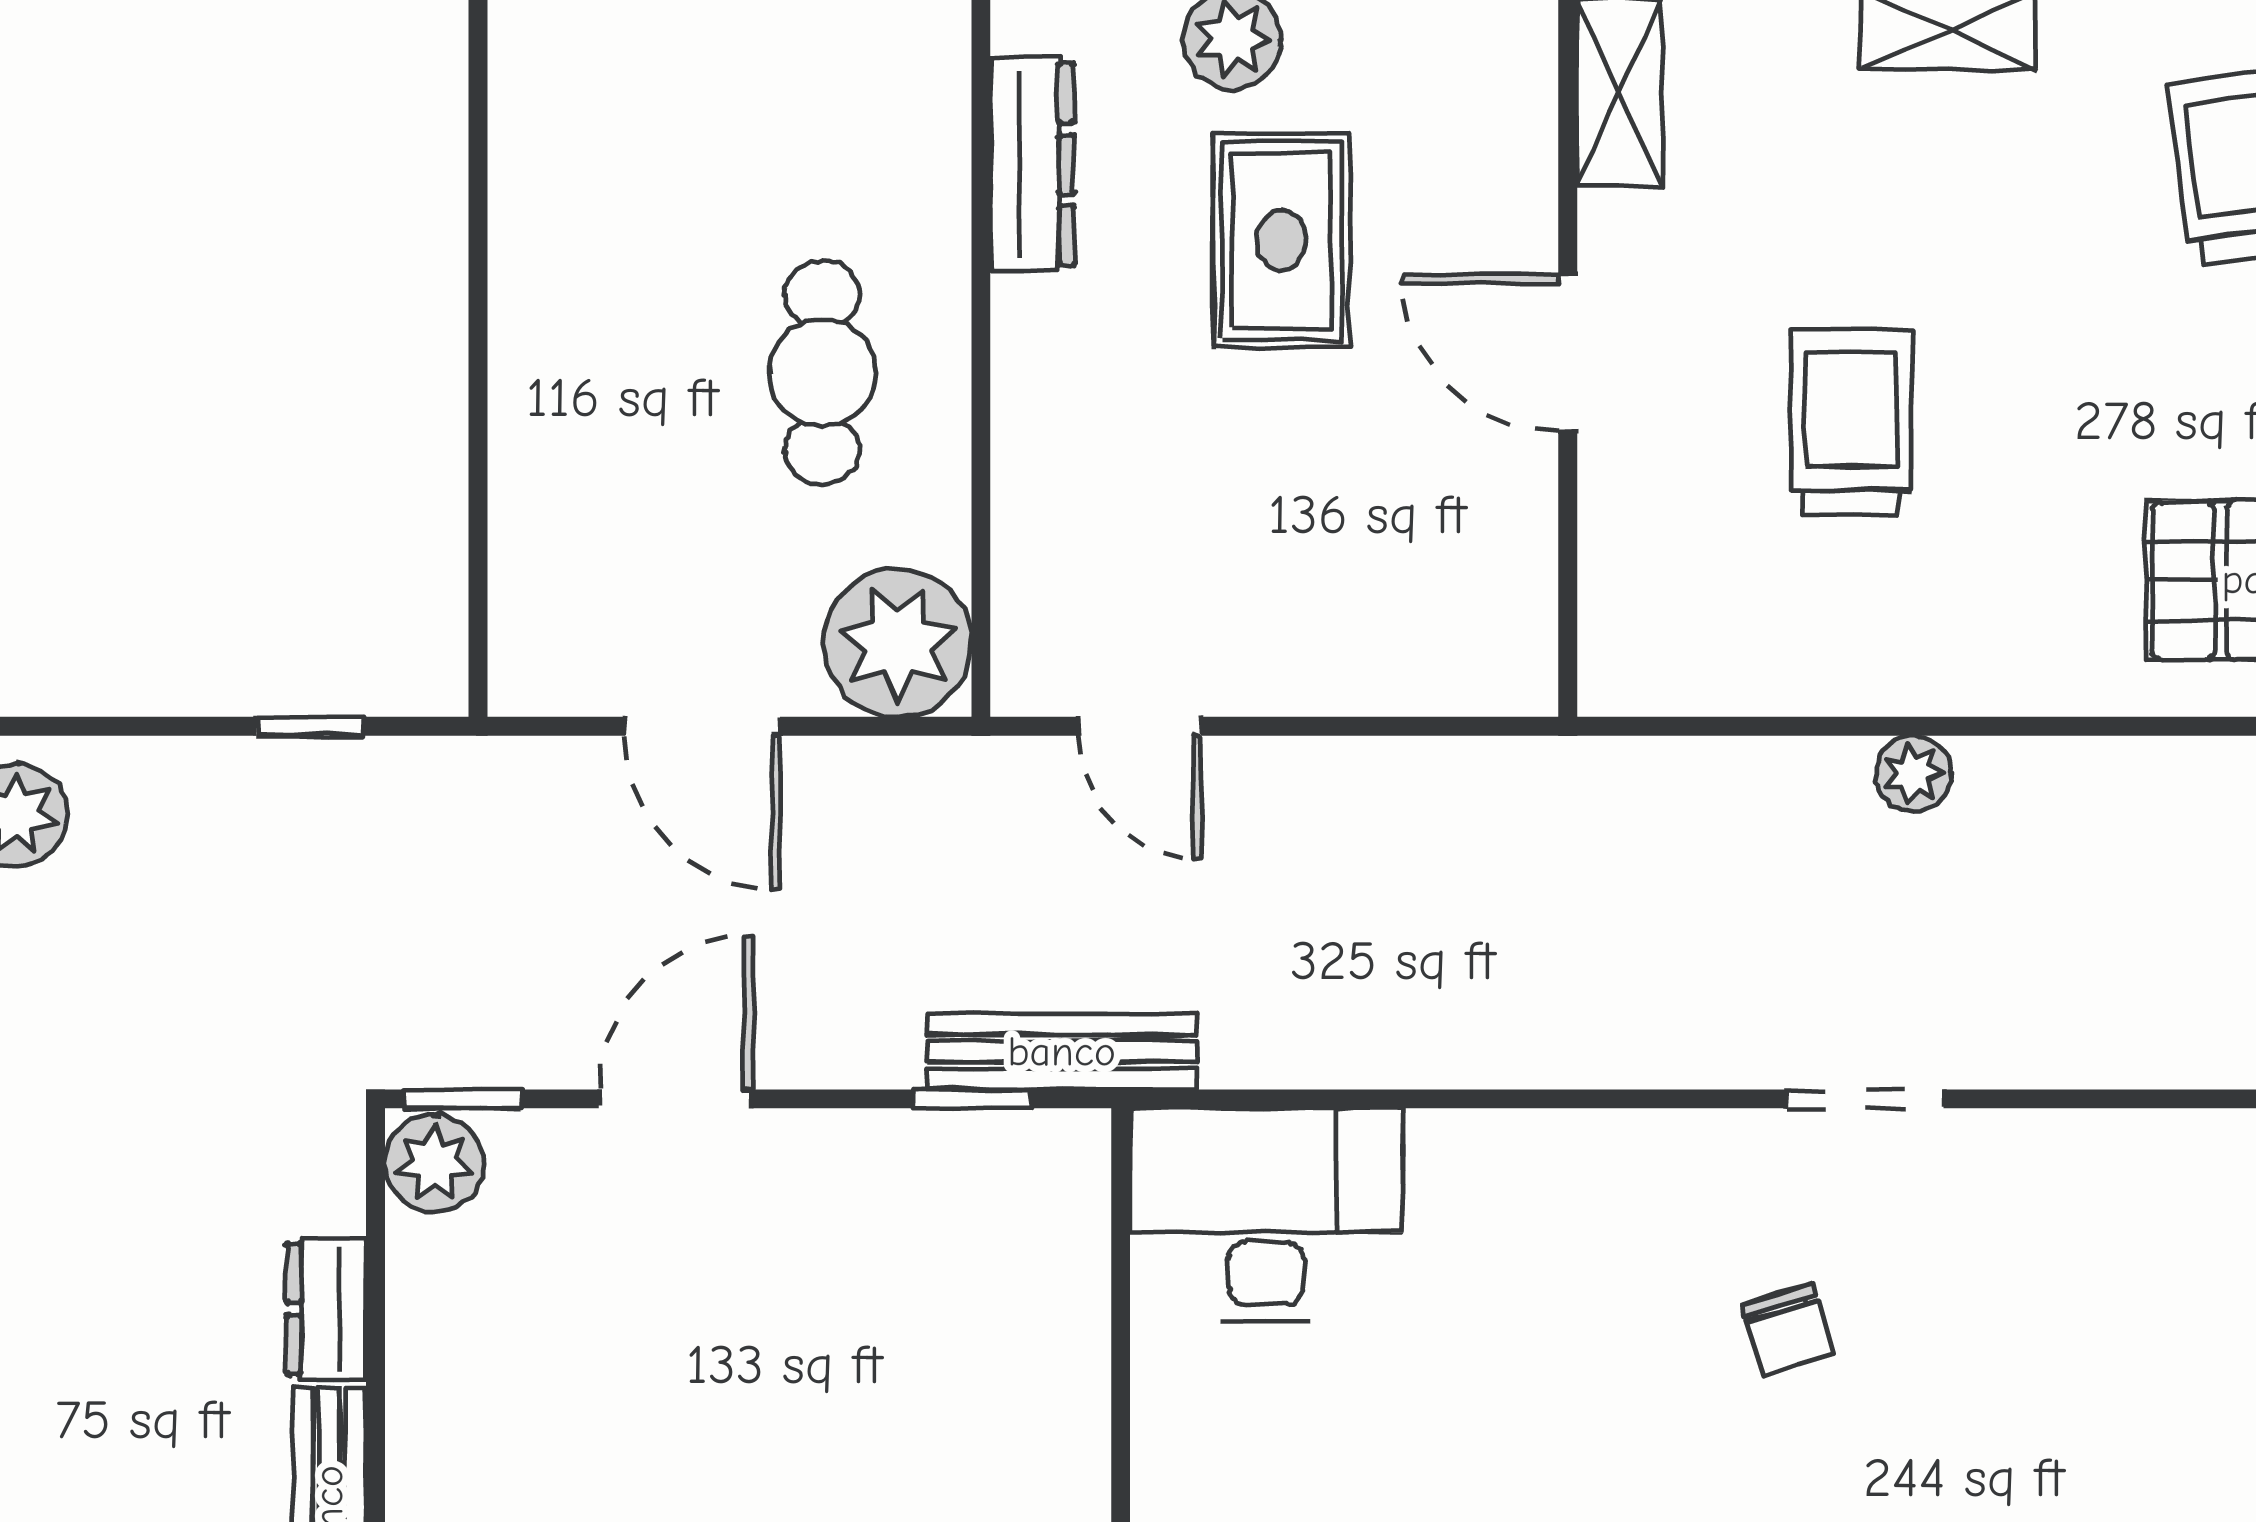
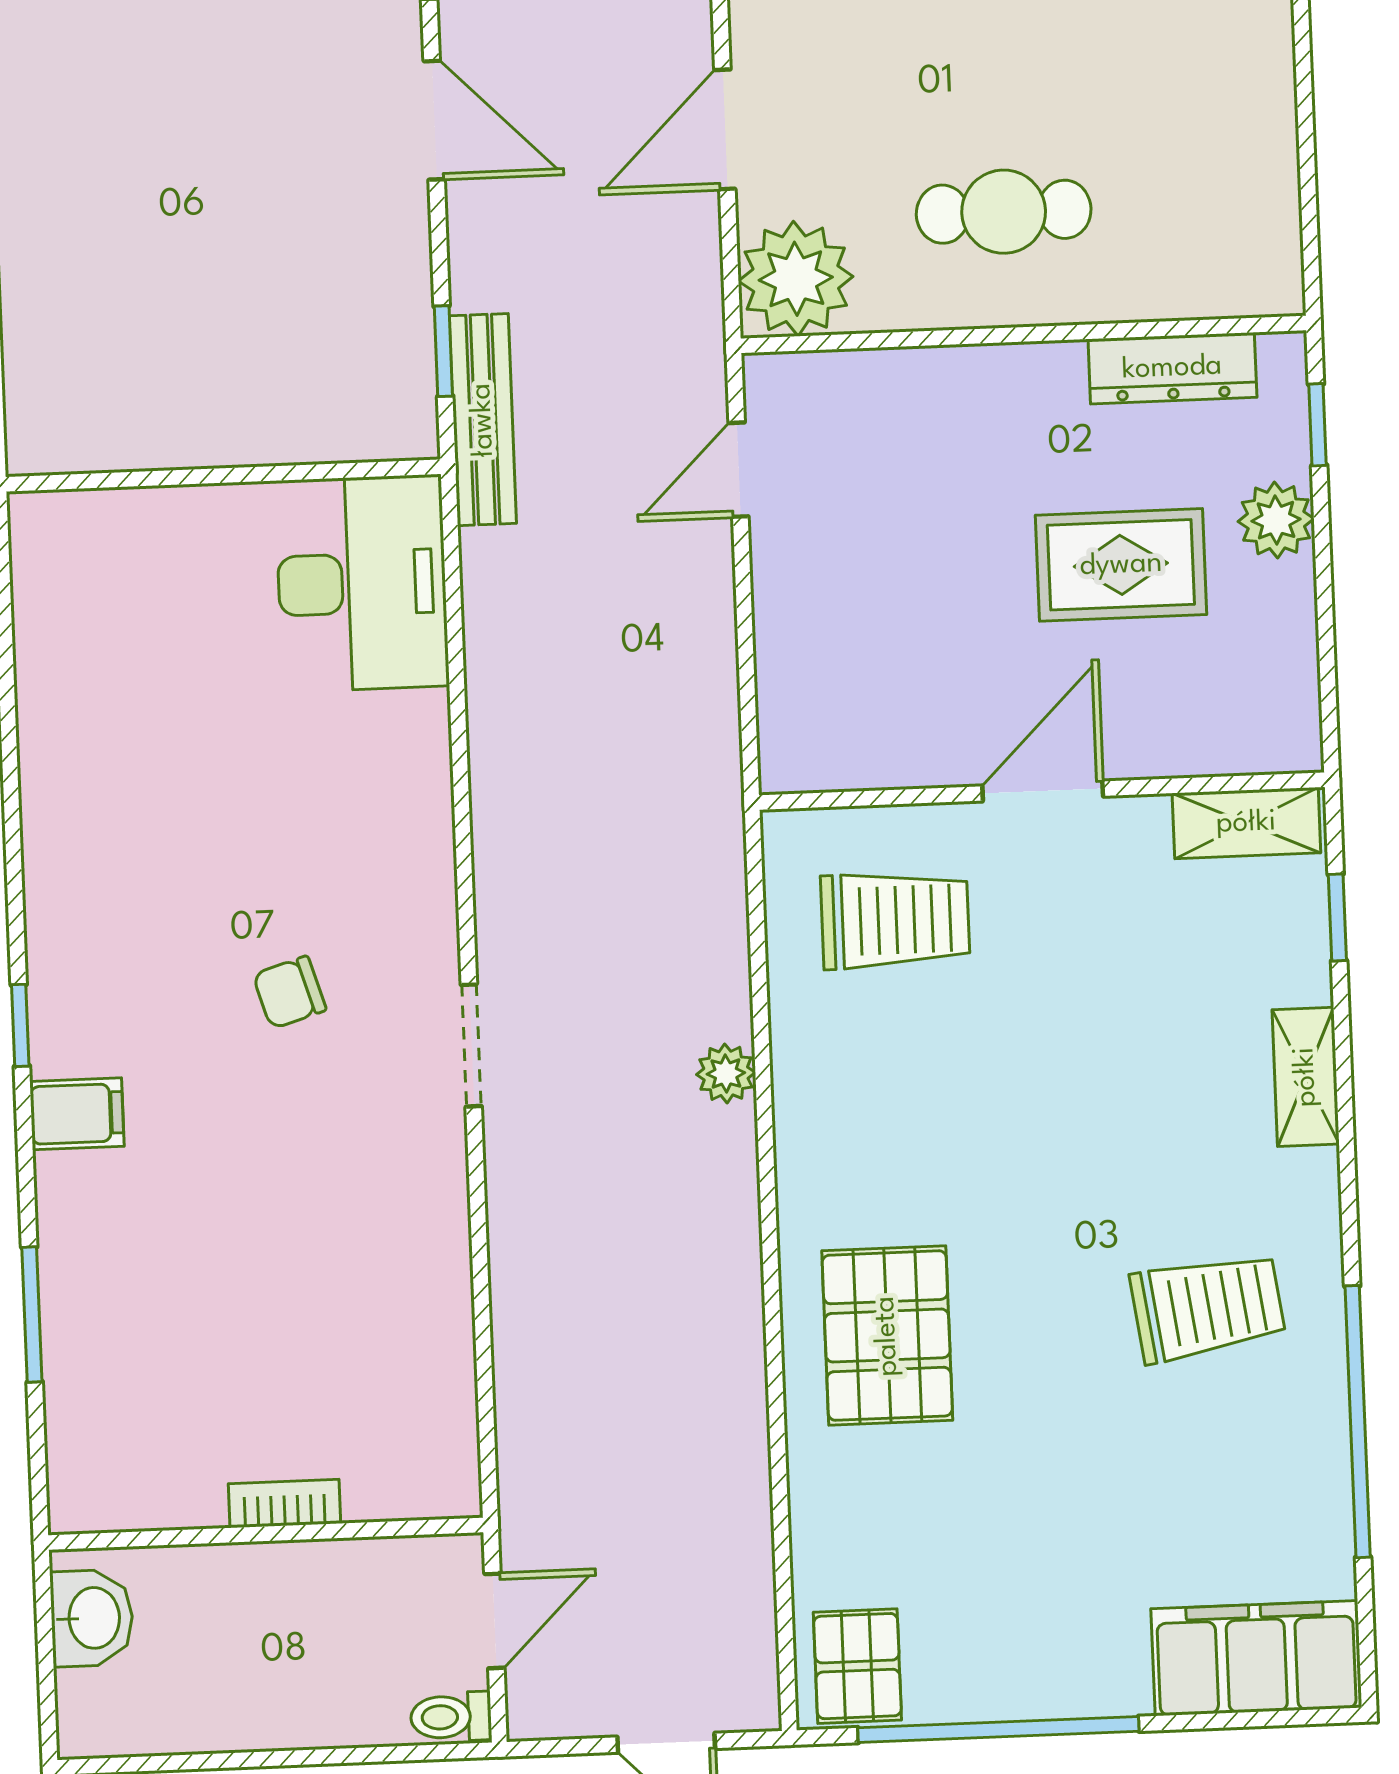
trolley: (1851, 422) -> (895, 920), moved

